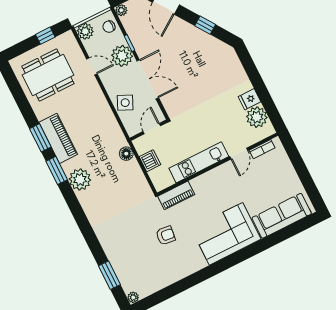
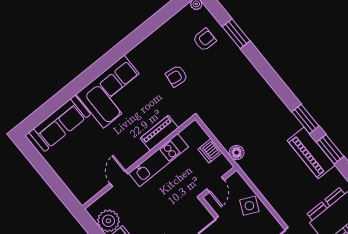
bookcase: (262, 149) -> (96, 189), removed
plant: (80, 180) -> (279, 115), removed
piano: (176, 195) -> (159, 133), moved
armchair: (133, 263) -> (204, 40), added
window: (109, 275) -> (236, 34), moved

